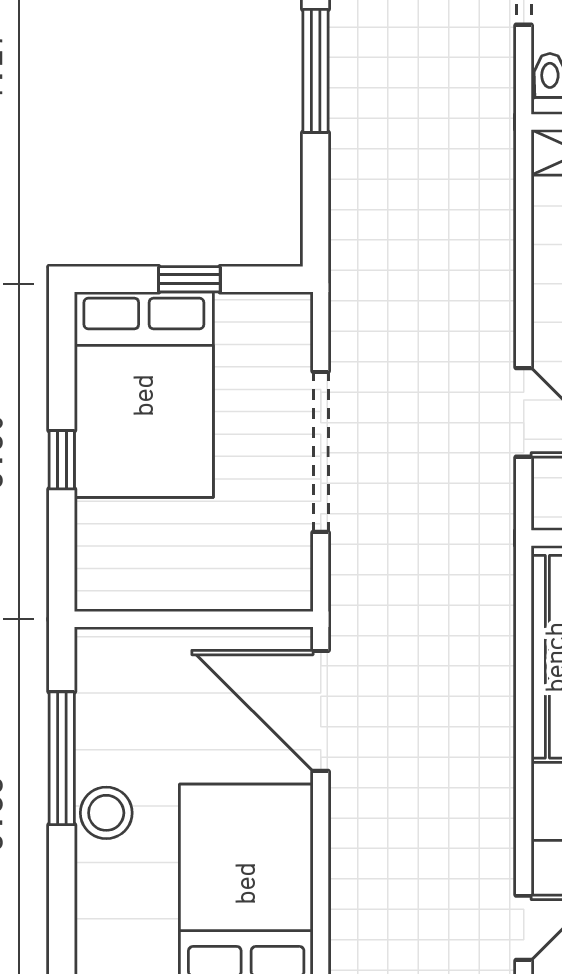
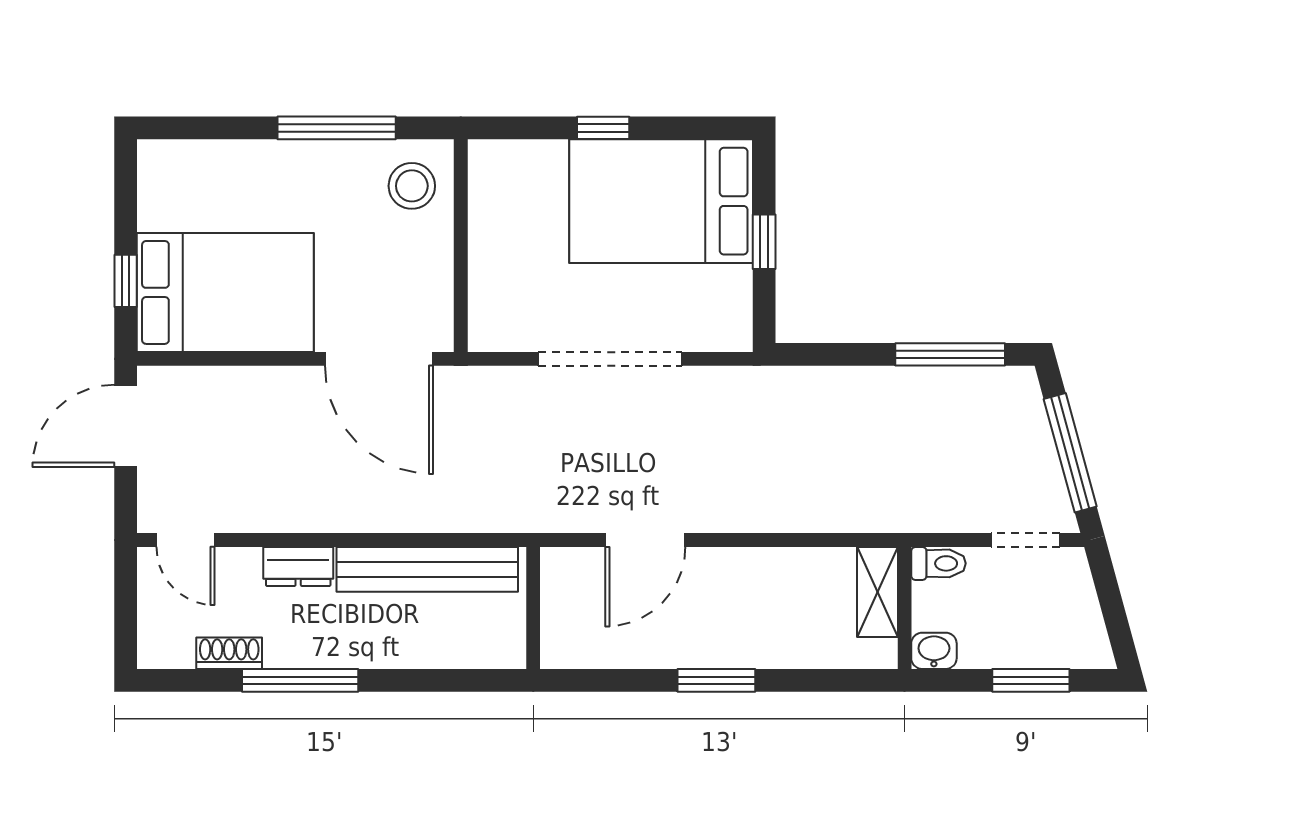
door: (321, 711) -> (379, 359), swing flipped
stool: (106, 813) -> (412, 186), moved

